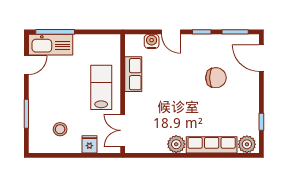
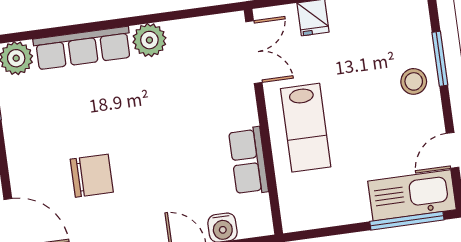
chair: (216, 78) -> (92, 176), turned 180
stool: (60, 129) -> (414, 81), moved

